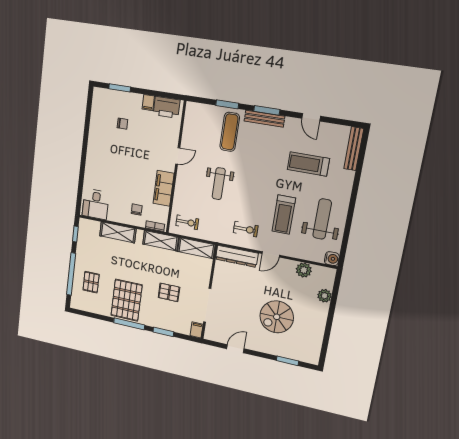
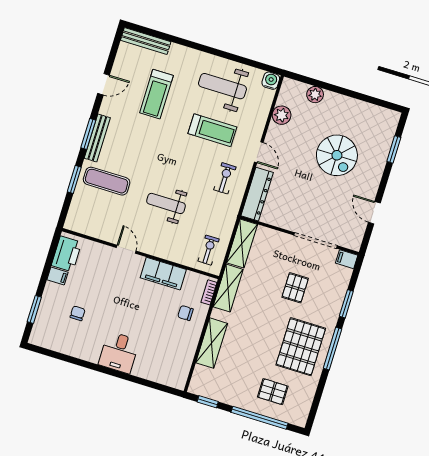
weight bench: (219, 184) -> (166, 203), turned 180
desk: (96, 204) -> (119, 352), moved, turned 90
pallet: (127, 300) -> (301, 347), turned 90

